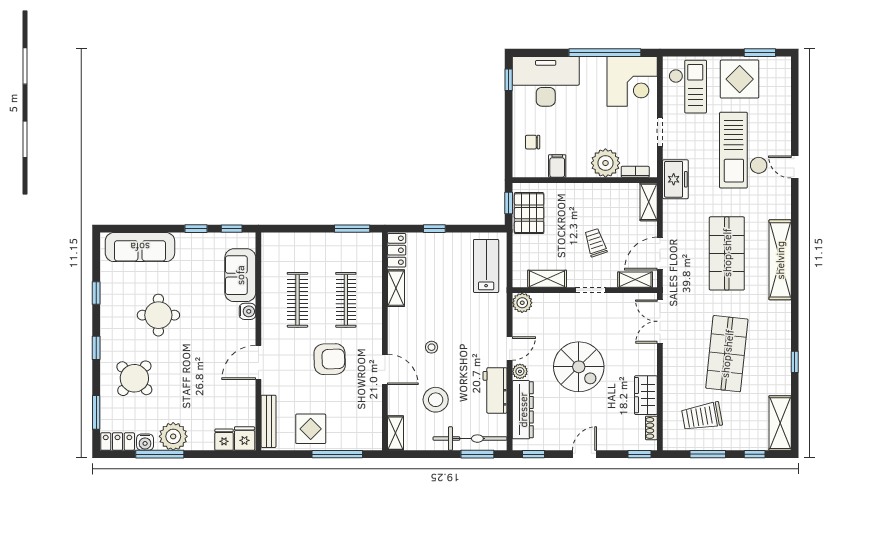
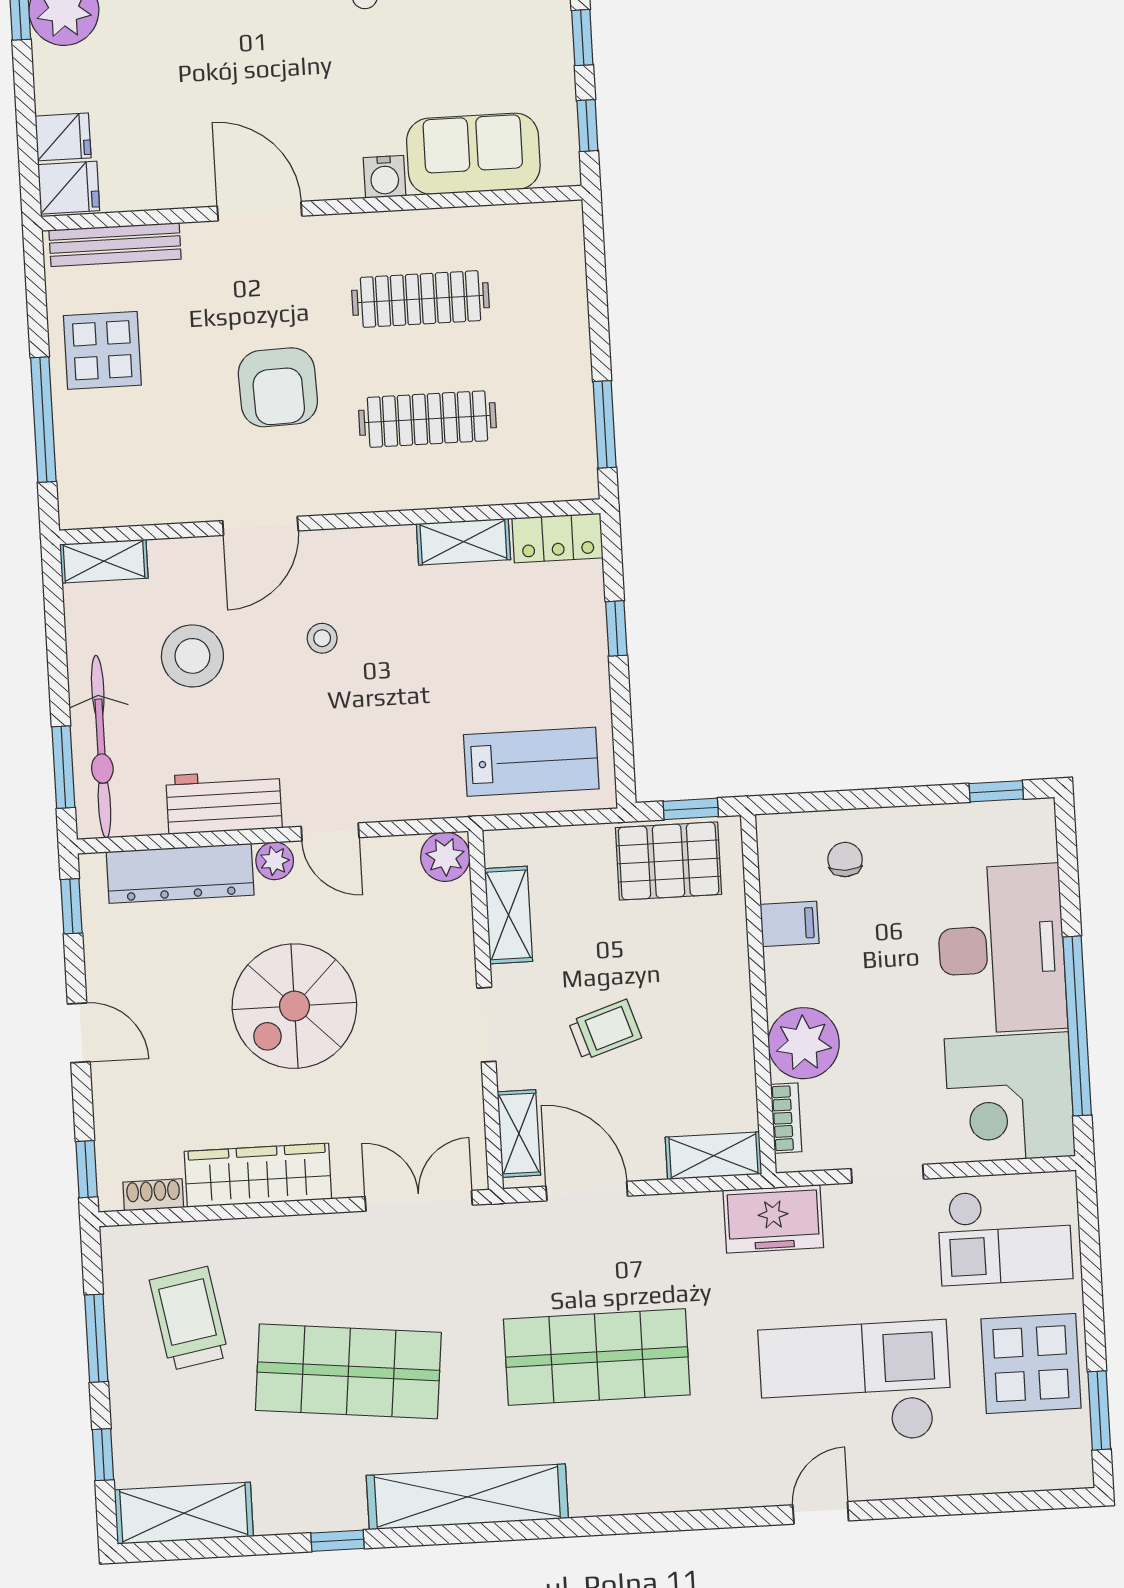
desk: (546, 81) -> (1001, 949), moved
shelving: (780, 260) -> (467, 1497), moved
wardrobe: (646, 395) -> (258, 1175), width x1.50

